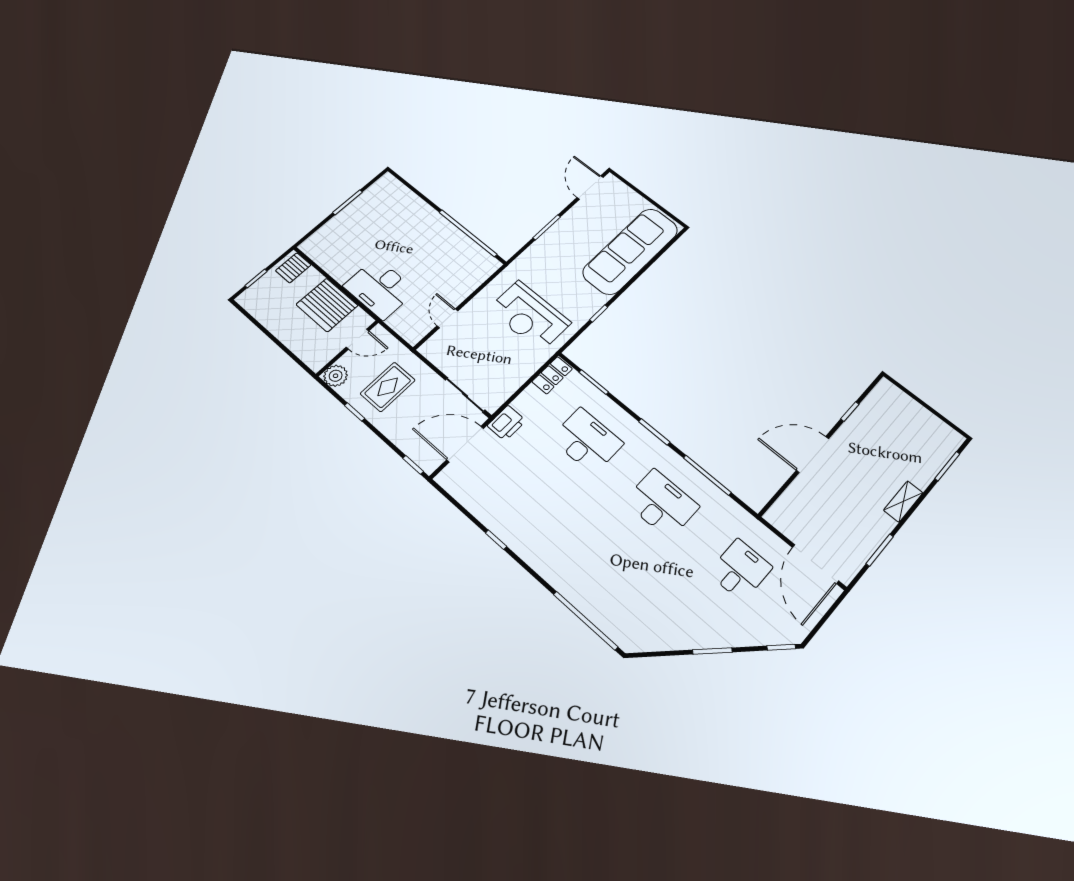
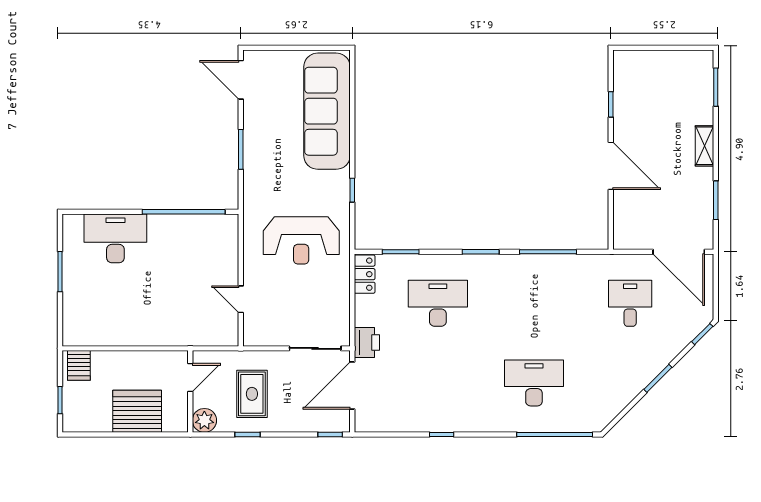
desk: (380, 288) -> (115, 238), moved, turned 180
server rack: (327, 305) -> (137, 411), moved, turned 180
door: (813, 454) -> (611, 166), swing flipped
desk: (662, 504) -> (534, 383), moved

